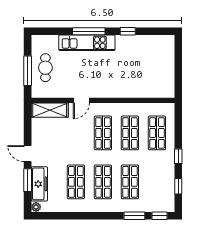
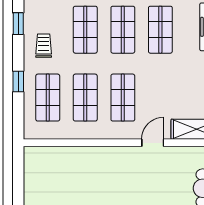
window: (178, 156) -> (18, 82), moved
trolley: (160, 170) -> (44, 46), added

